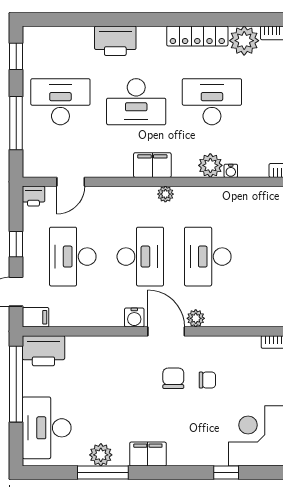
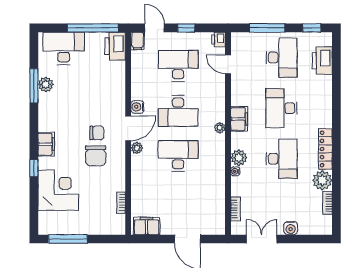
printer: (115, 41) -> (322, 61), moved
chair: (207, 380) -> (96, 156), width x1.87, depth x1.87
filing cabinet: (148, 454) -> (46, 144), moved

